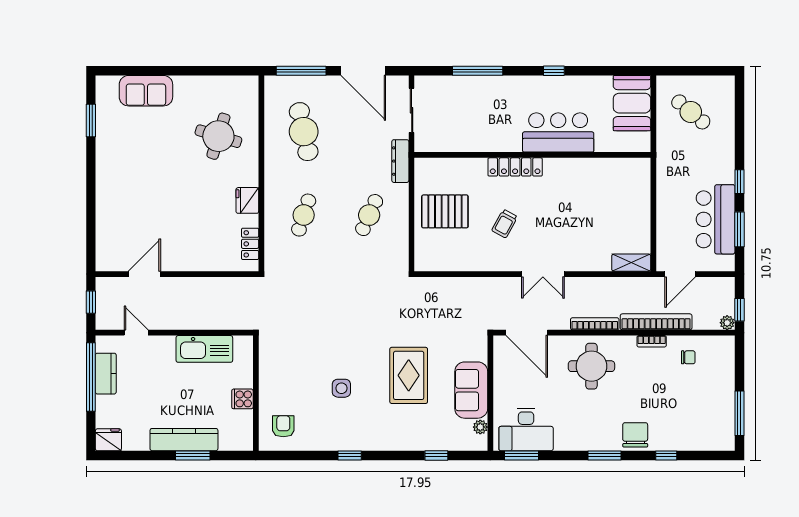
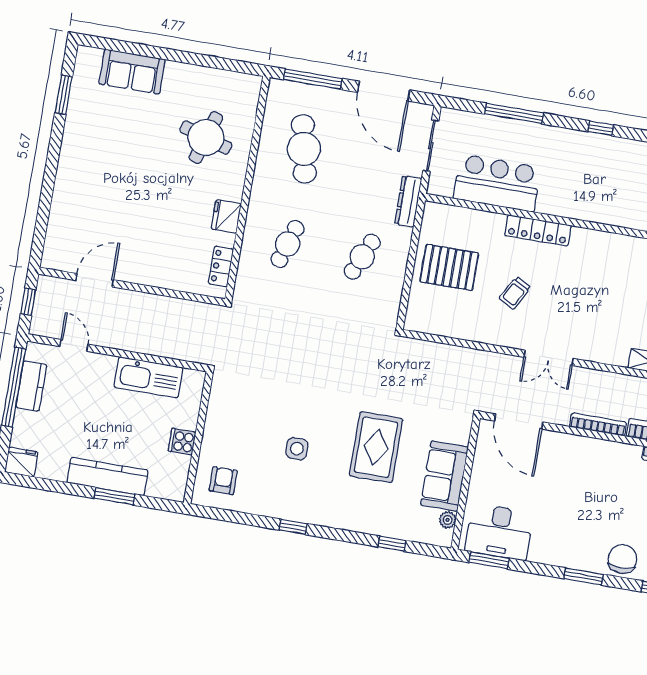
bar counter: (558, 132) -> (497, 183), moved
round table: (591, 366) -> (586, 472), removed

